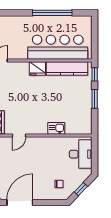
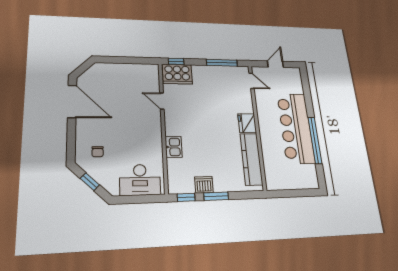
bar counter: (58, 47) -> (296, 128), moved, turned 180
window: (95, 74) -> (186, 197), moved
dishwasher: (86, 107) -> (204, 185), added

